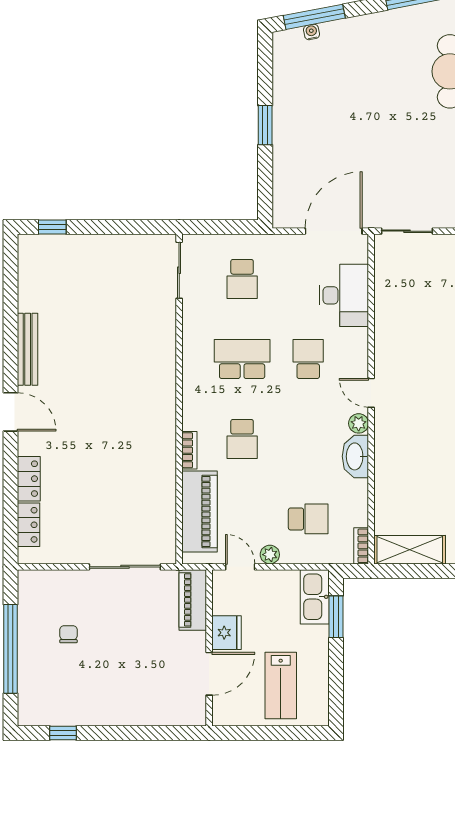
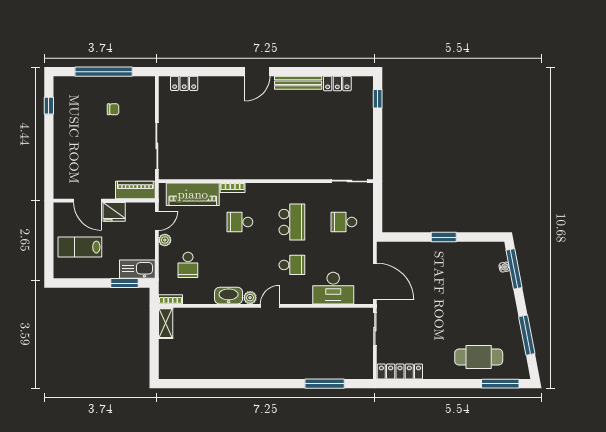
locker: (29, 479) -> (337, 83), moved
shelving: (410, 550) -> (166, 323), width x0.67, depth x0.75

